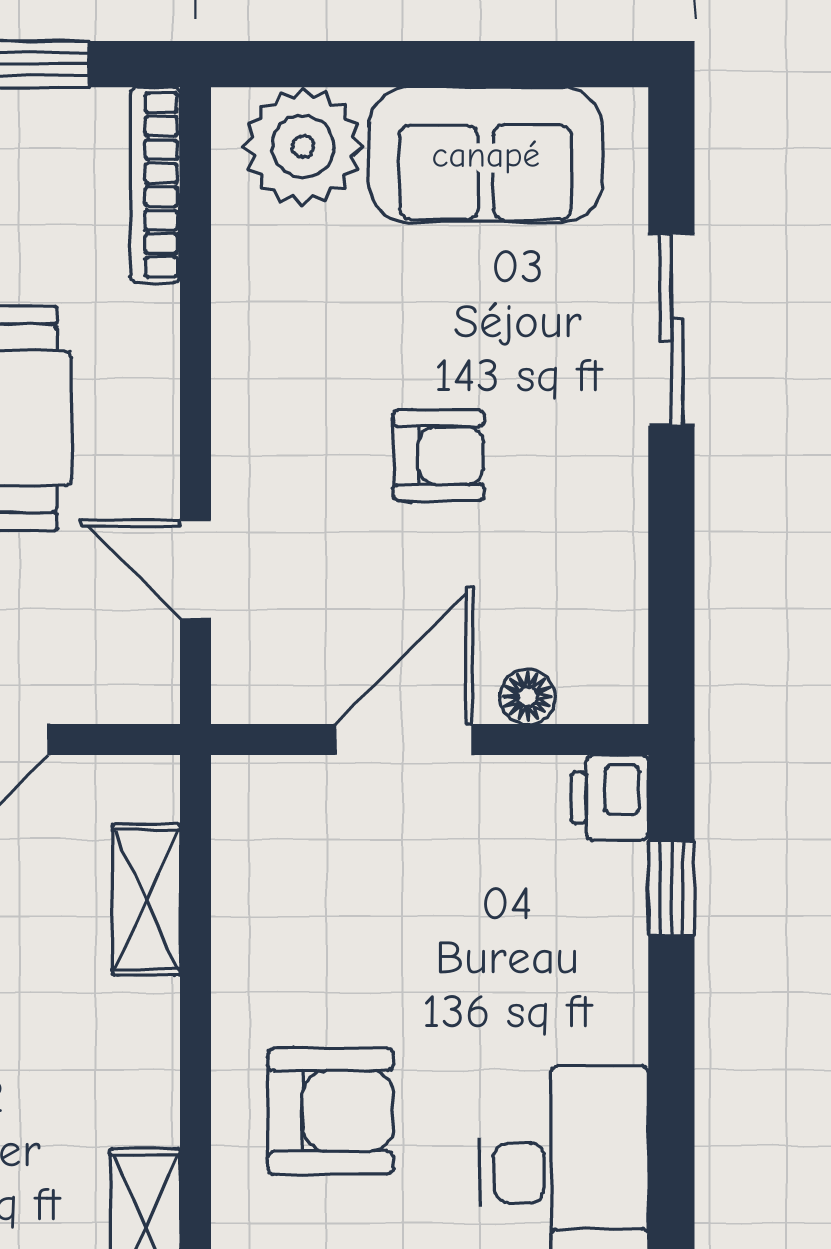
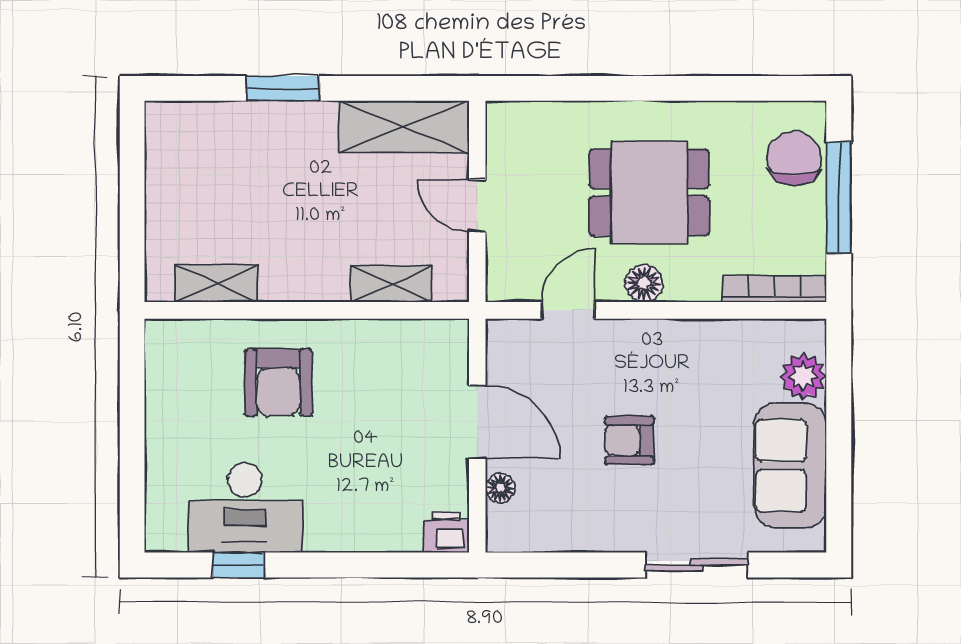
plant: (303, 147) -> (803, 376), width x0.73, depth x0.73
floor lamp: (145, 428) -> (644, 283), added
armchair: (439, 455) -> (629, 440), turned 90
window: (671, 888) -> (239, 565), moved

